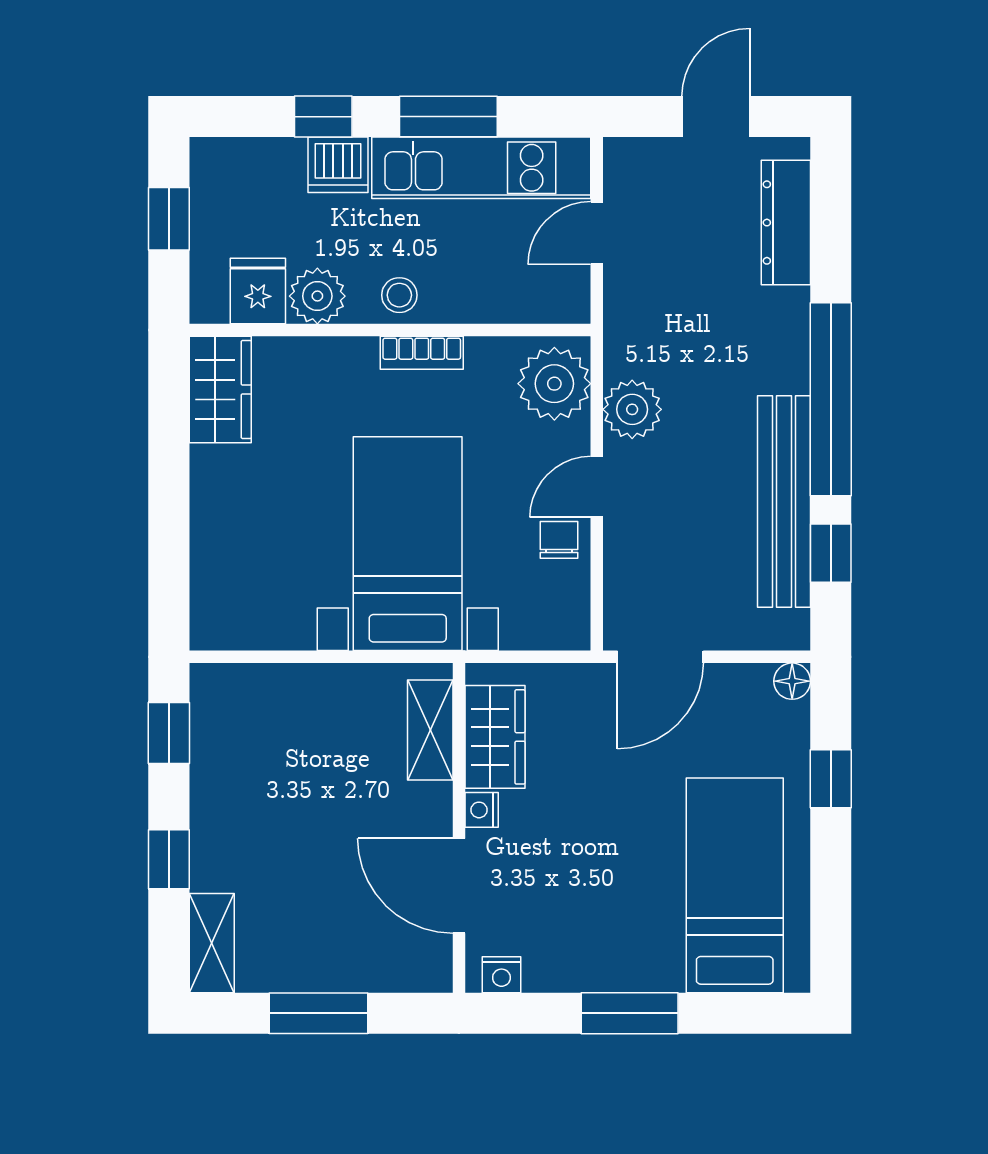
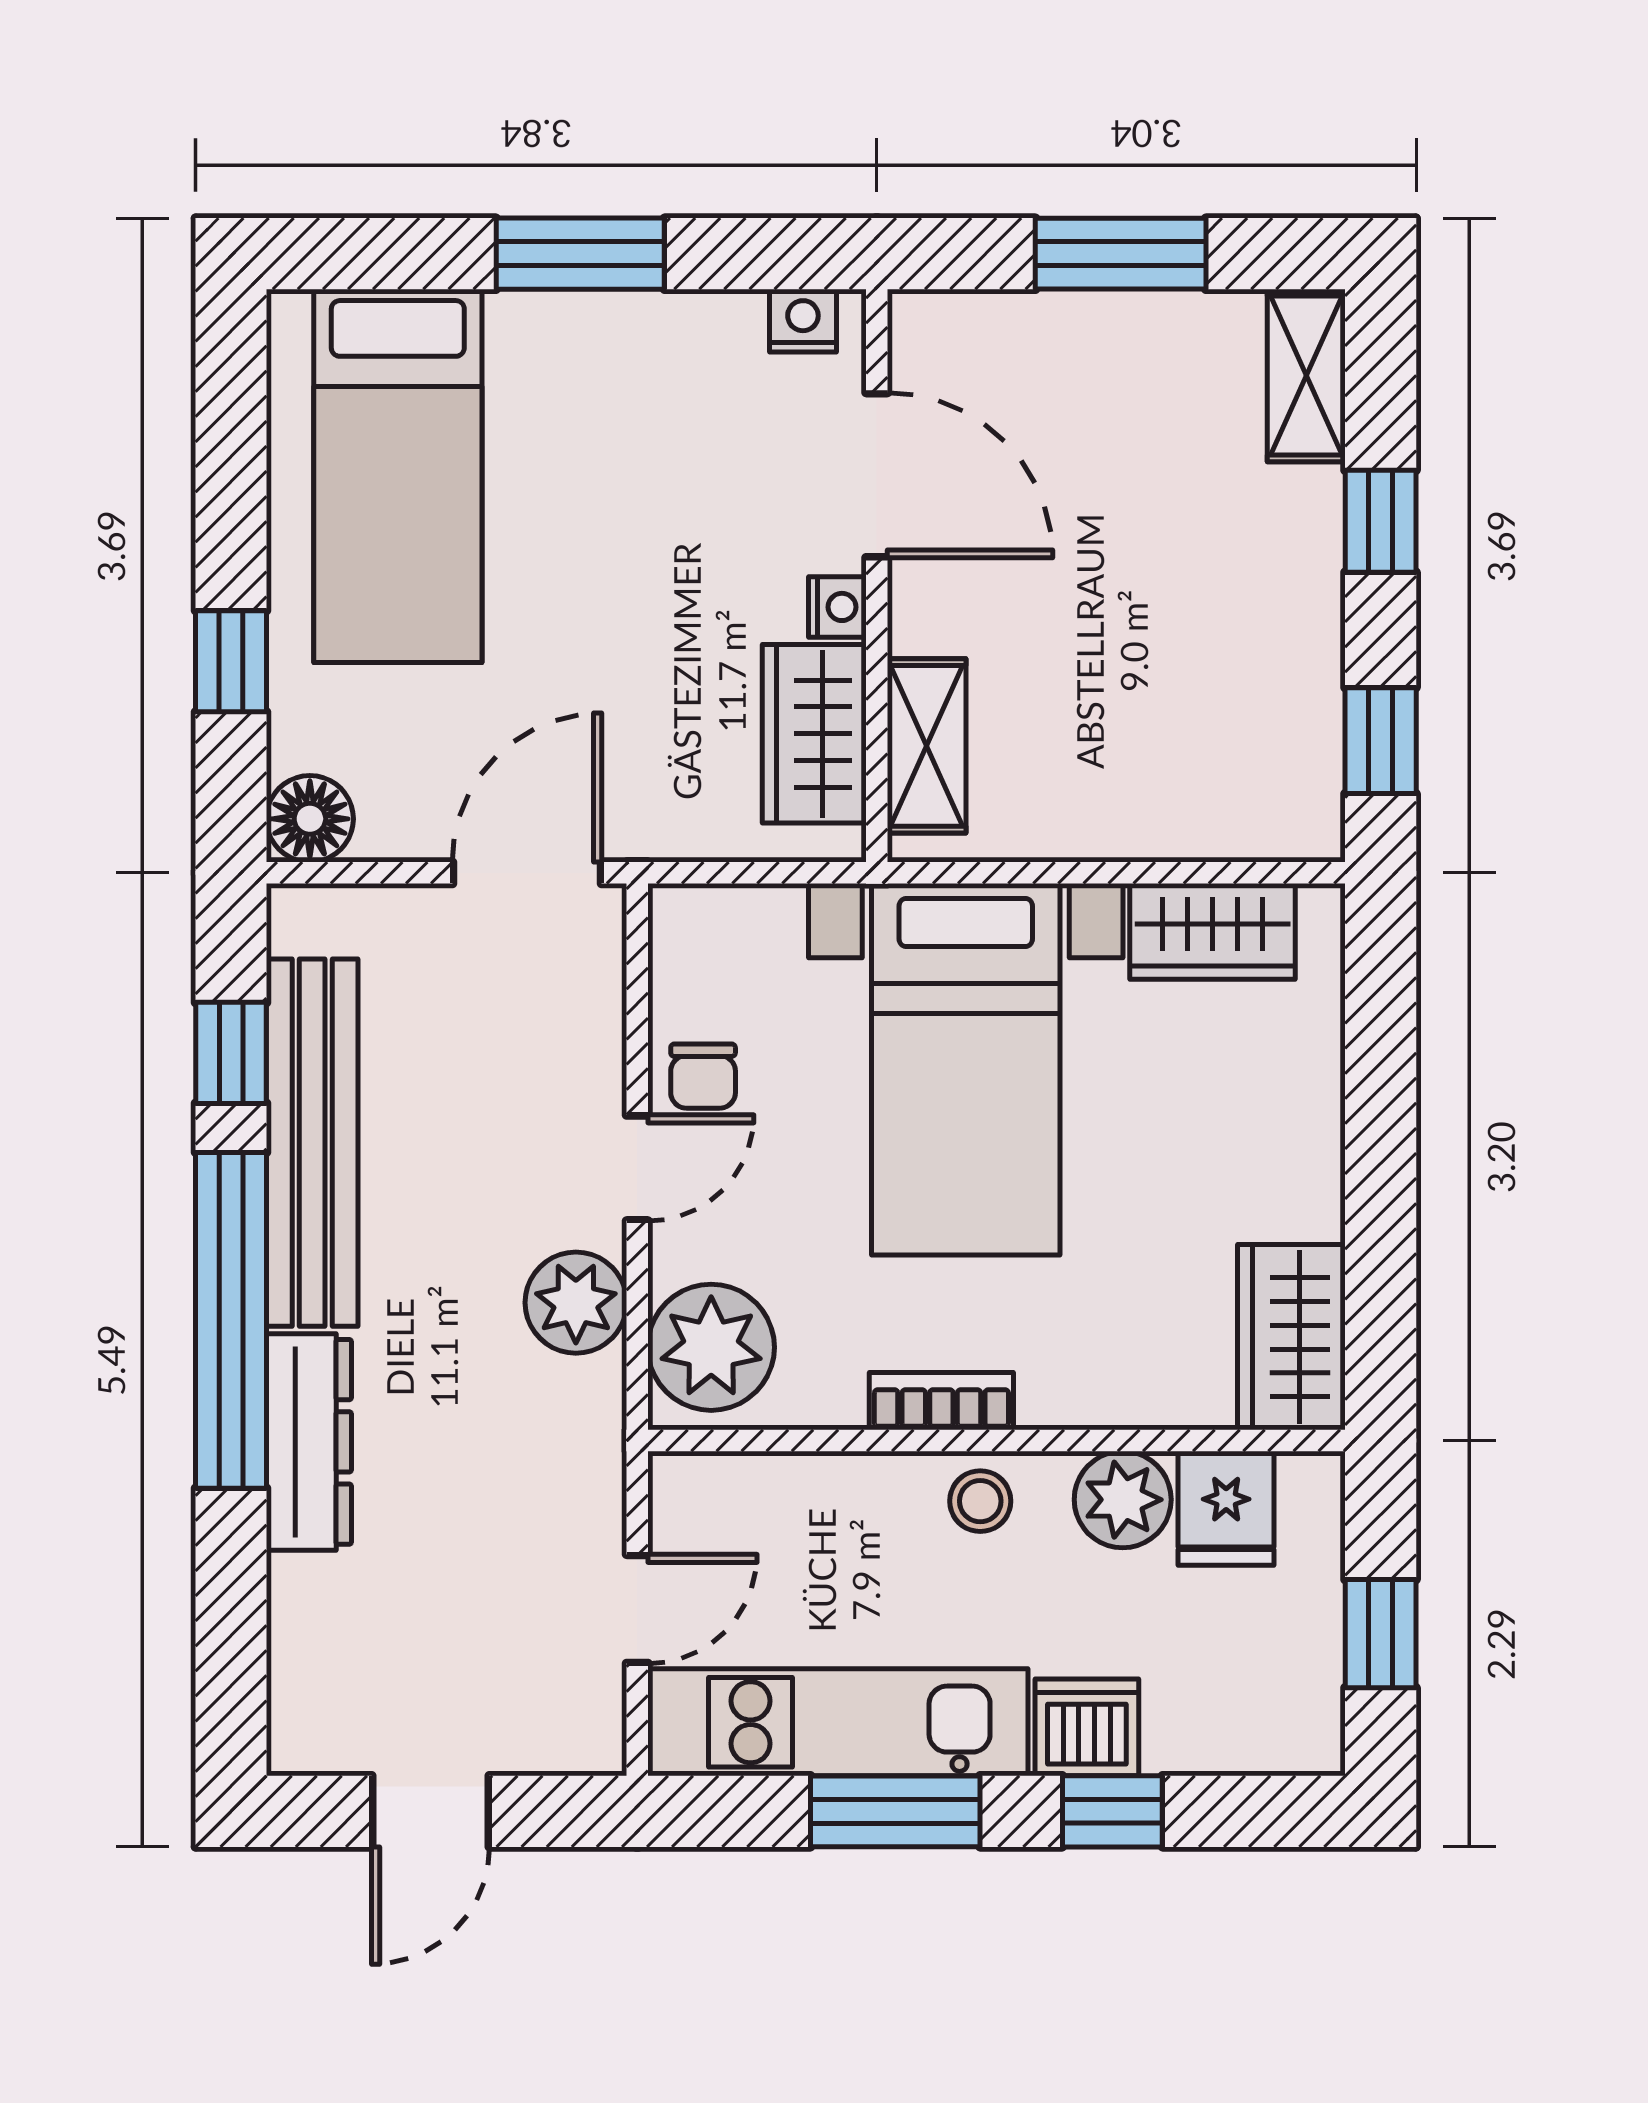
dresser: (786, 223) -> (309, 1442), moved
wardrobe: (266, 623) -> (1213, 931), added
floor lamp: (792, 681) -> (310, 819), width x1.37, depth x1.37

